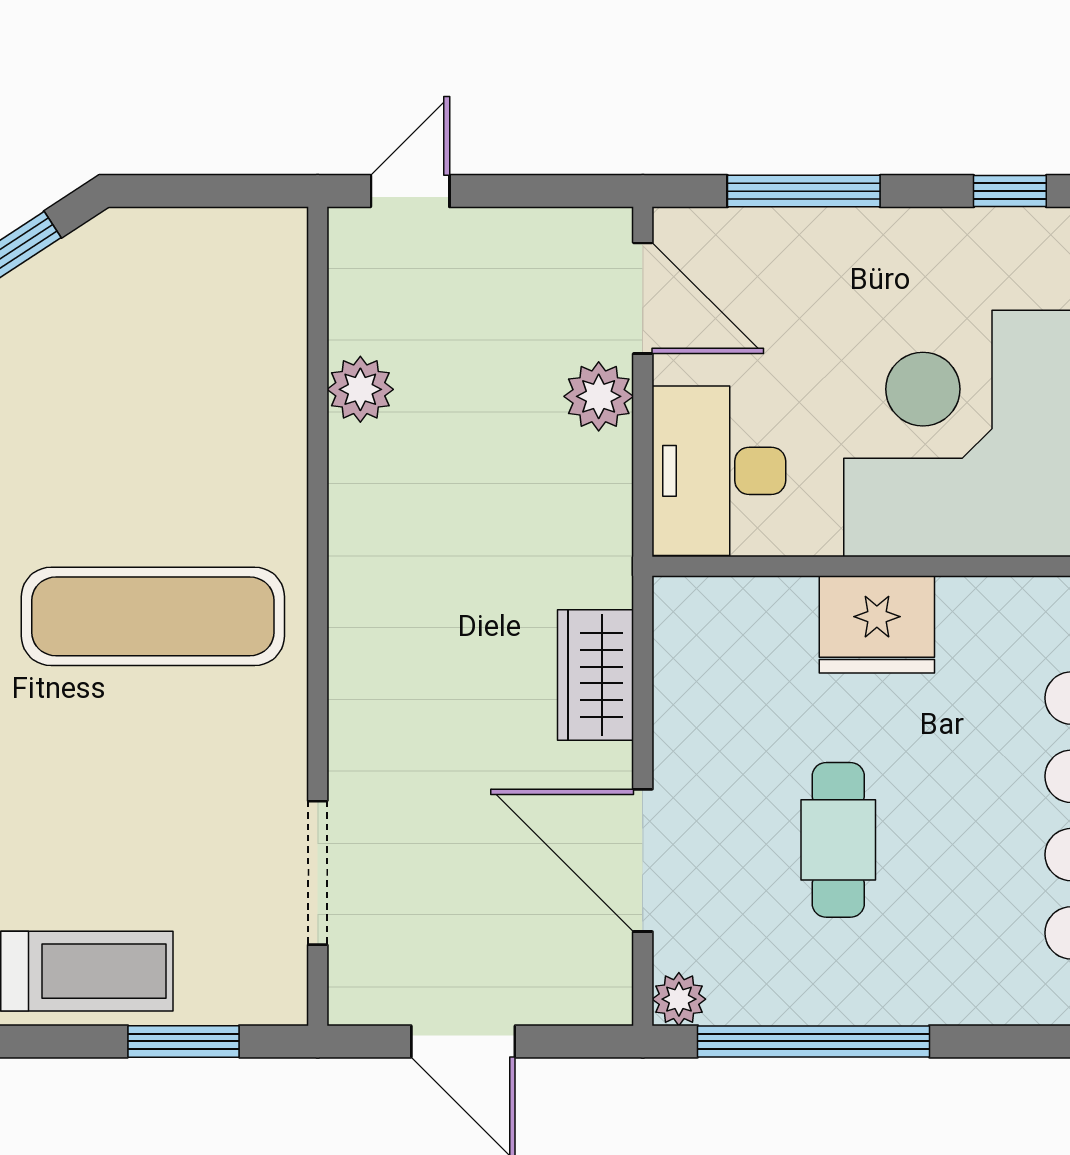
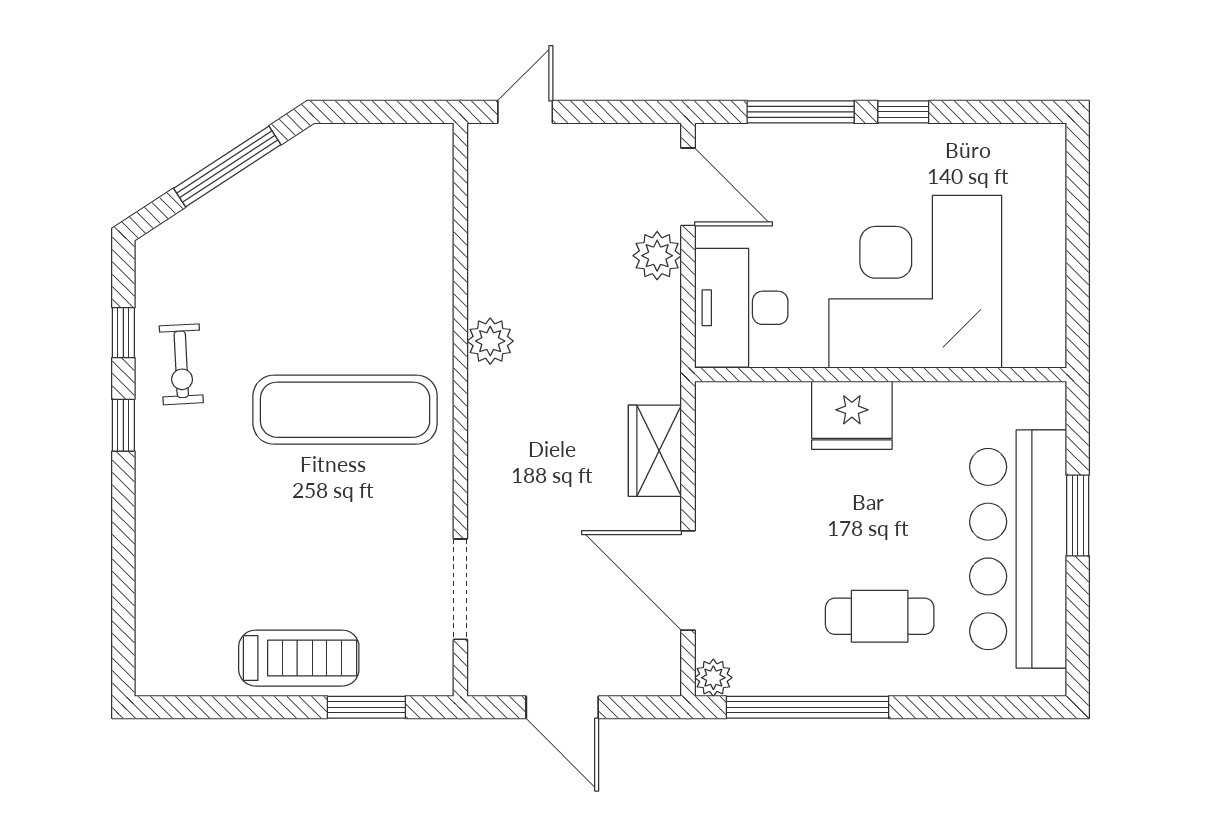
window: (1010, 191) -> (903, 112), moved
plant: (360, 389) -> (490, 341), moved
cafe table: (838, 840) -> (880, 616), moved, turned 90

